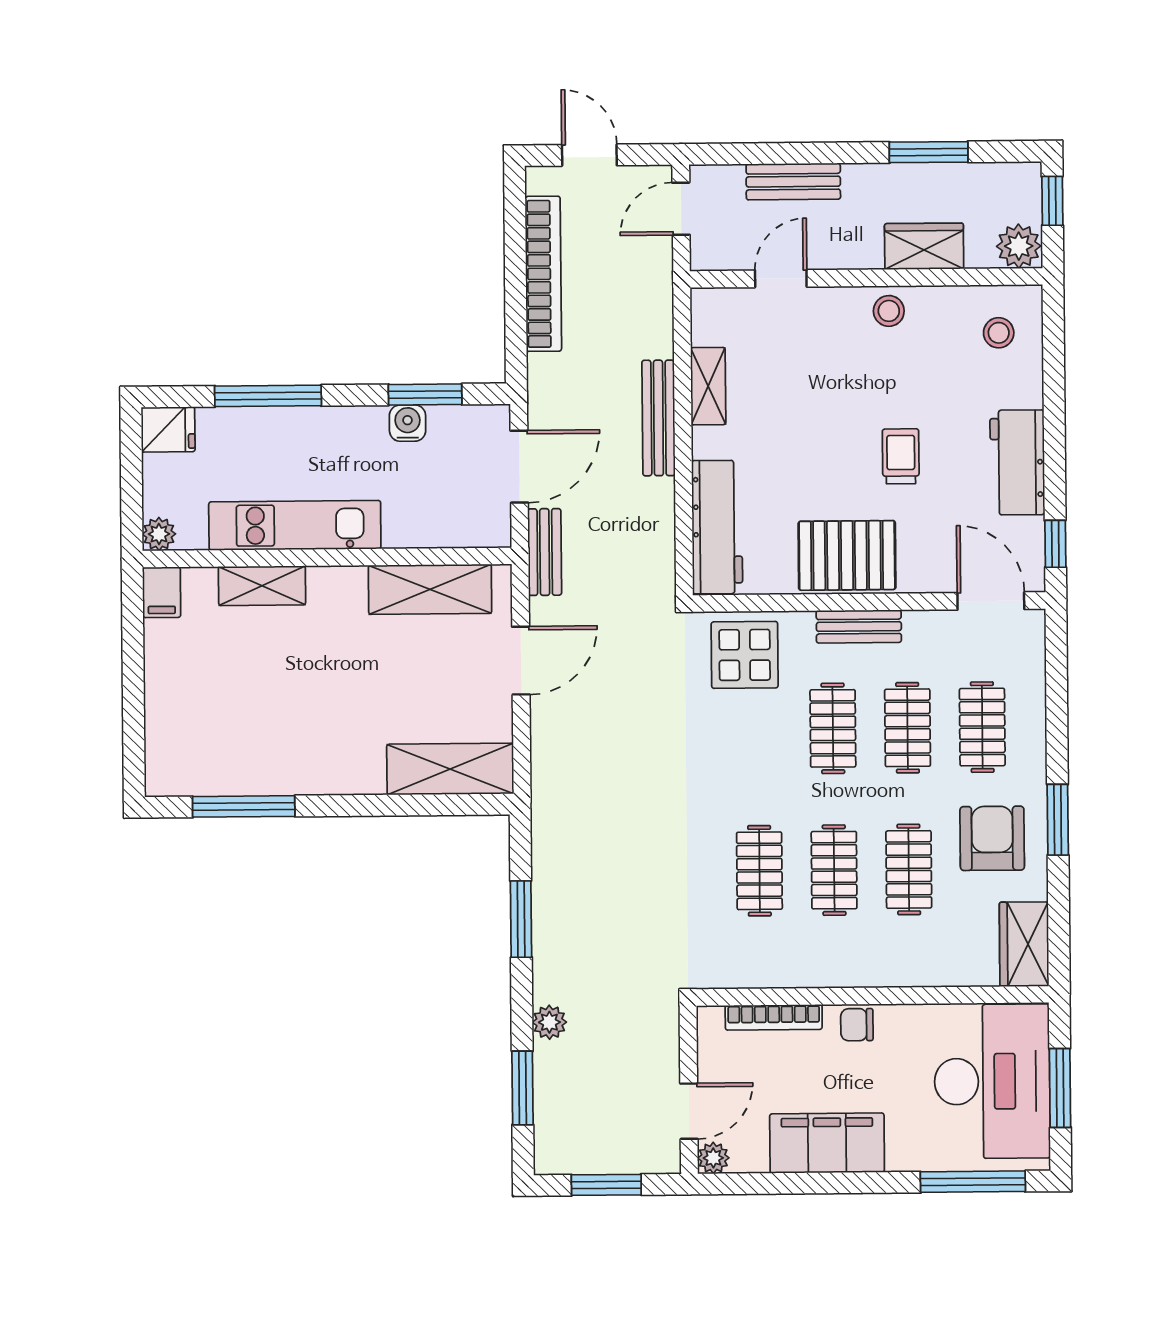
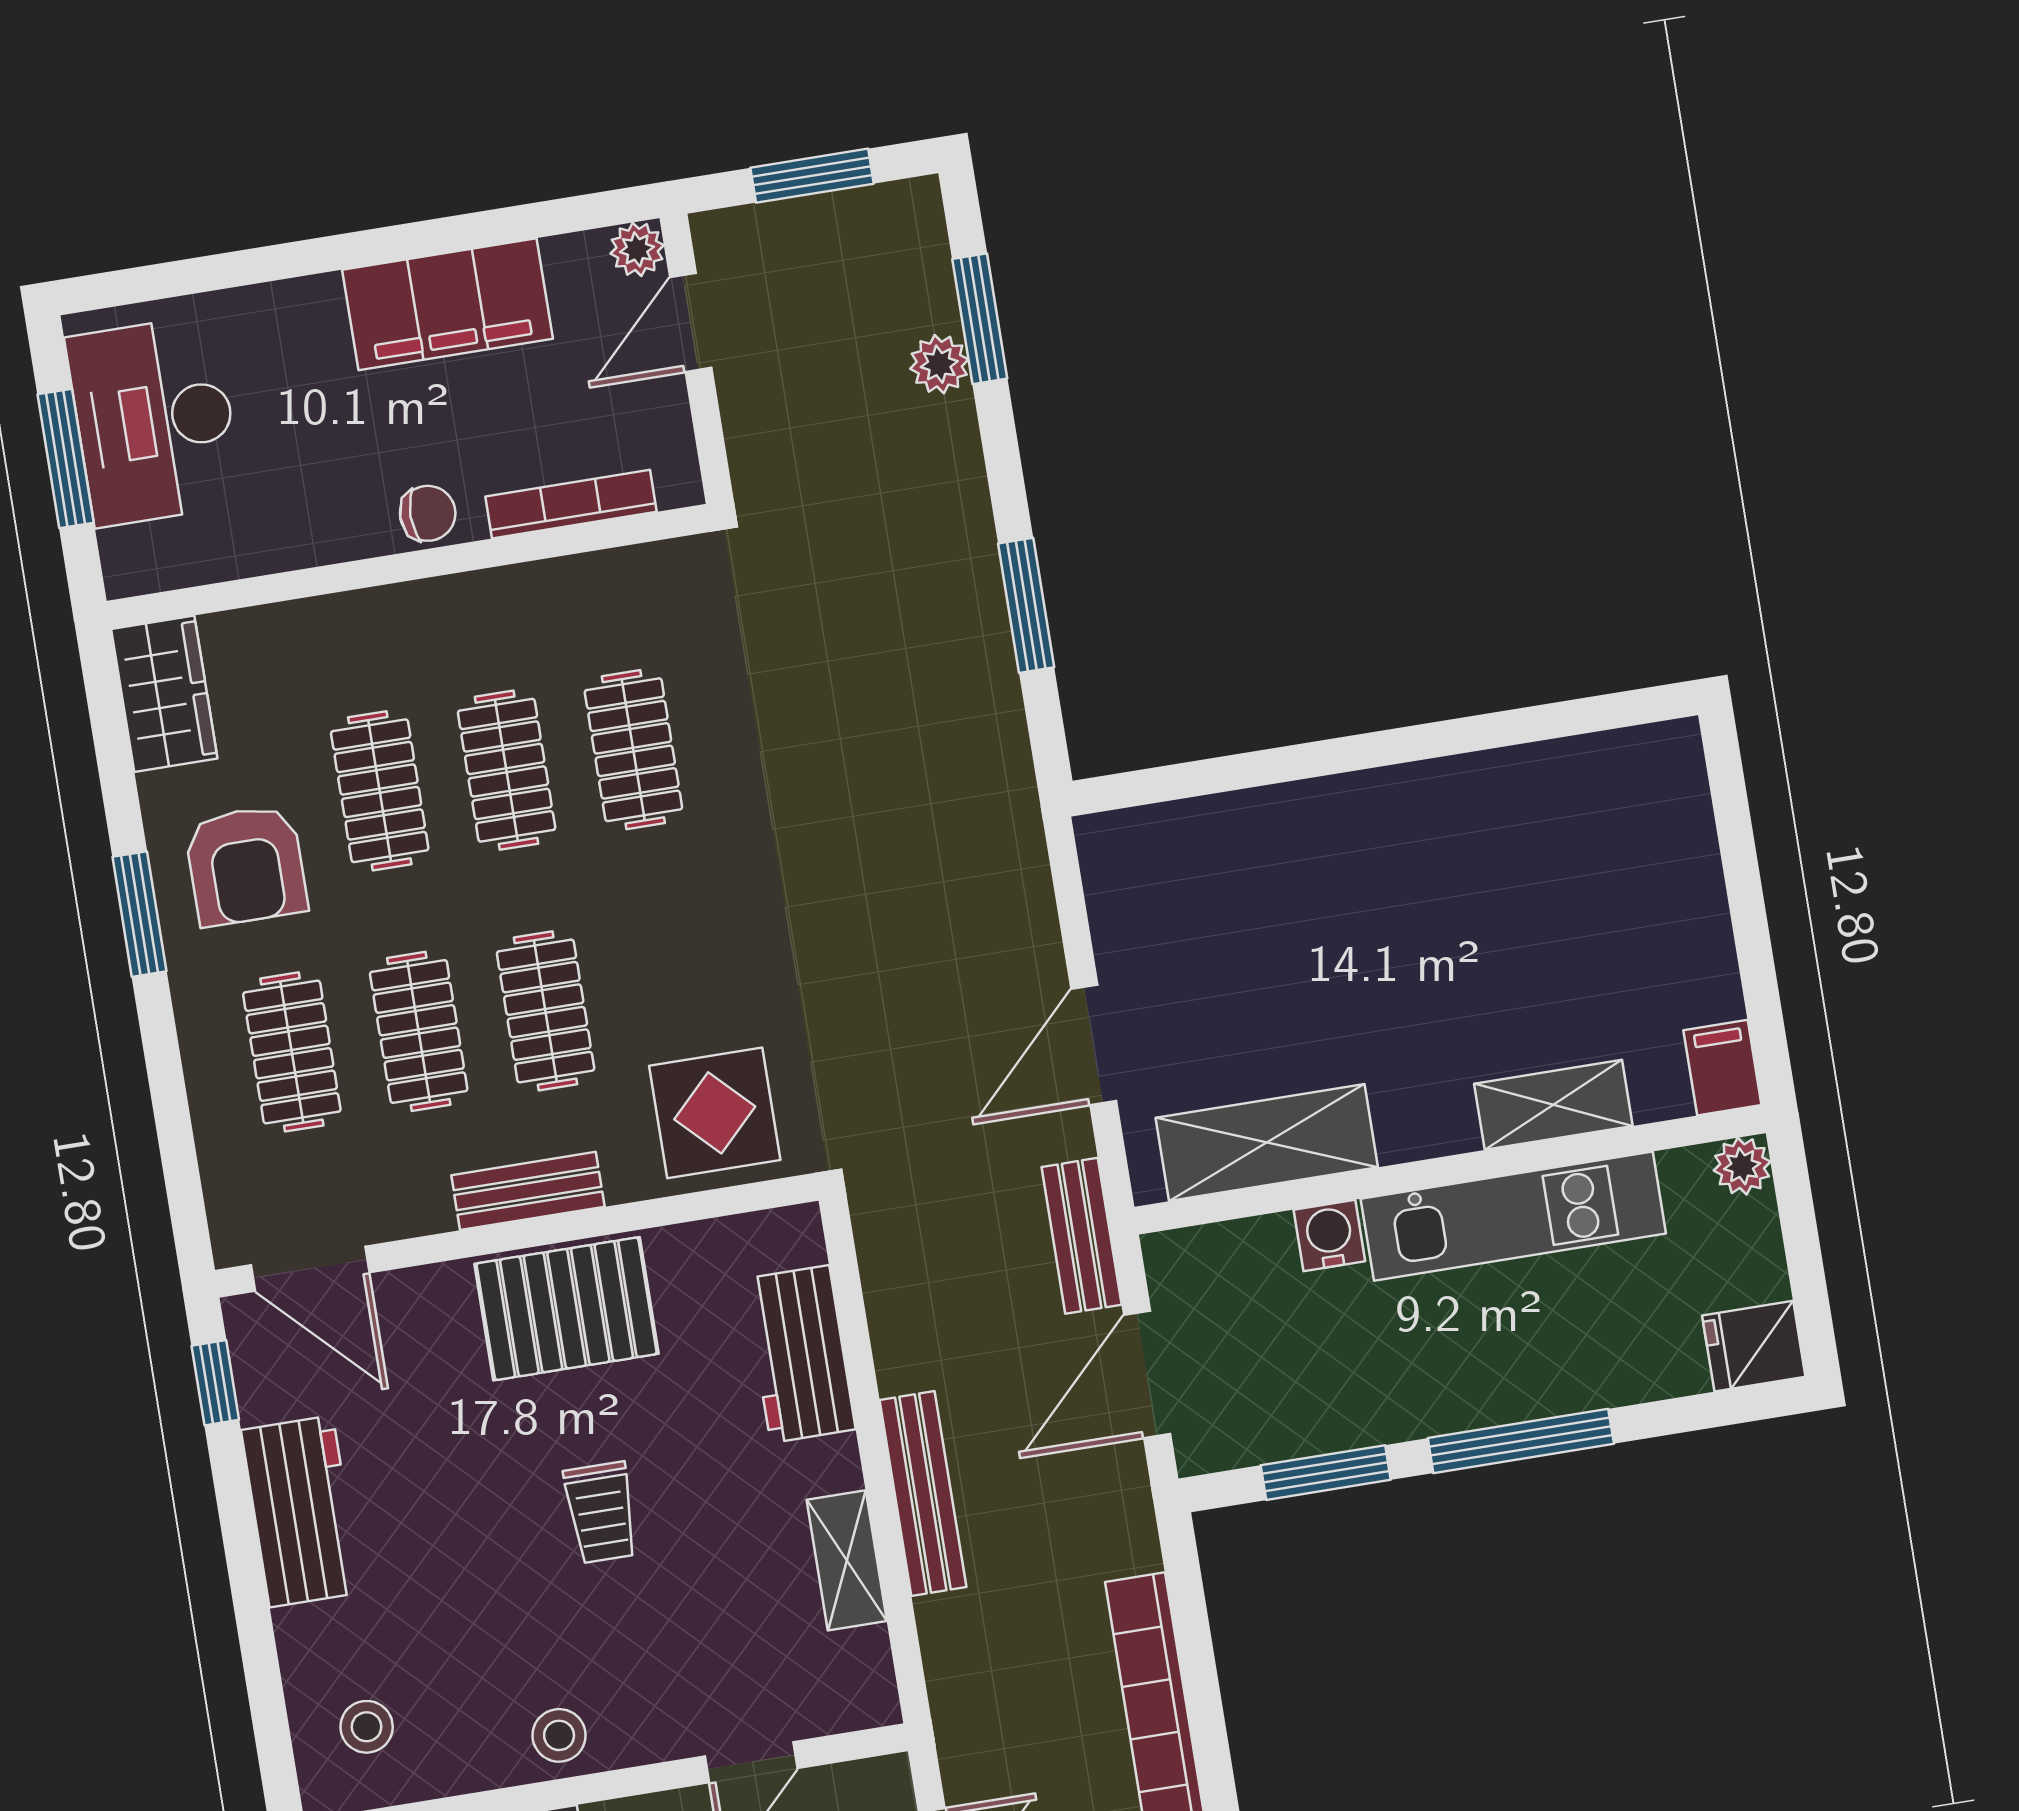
window: (268, 396) -> (1521, 1441), moved
water cooler: (408, 423) -> (1329, 1235), moved, turned 180
trolley: (901, 456) -> (601, 1512), moved
workbench: (717, 527) -> (800, 1354), width x0.73
shelving: (450, 769) -> (1186, 842), removed
window: (244, 806) -> (1527, 725), removed
plant: (549, 1022) -> (939, 364), moved
desk: (992, 1081) -> (155, 421), width x0.73, depth x0.77
window: (973, 1182) -> (189, 276), removed

